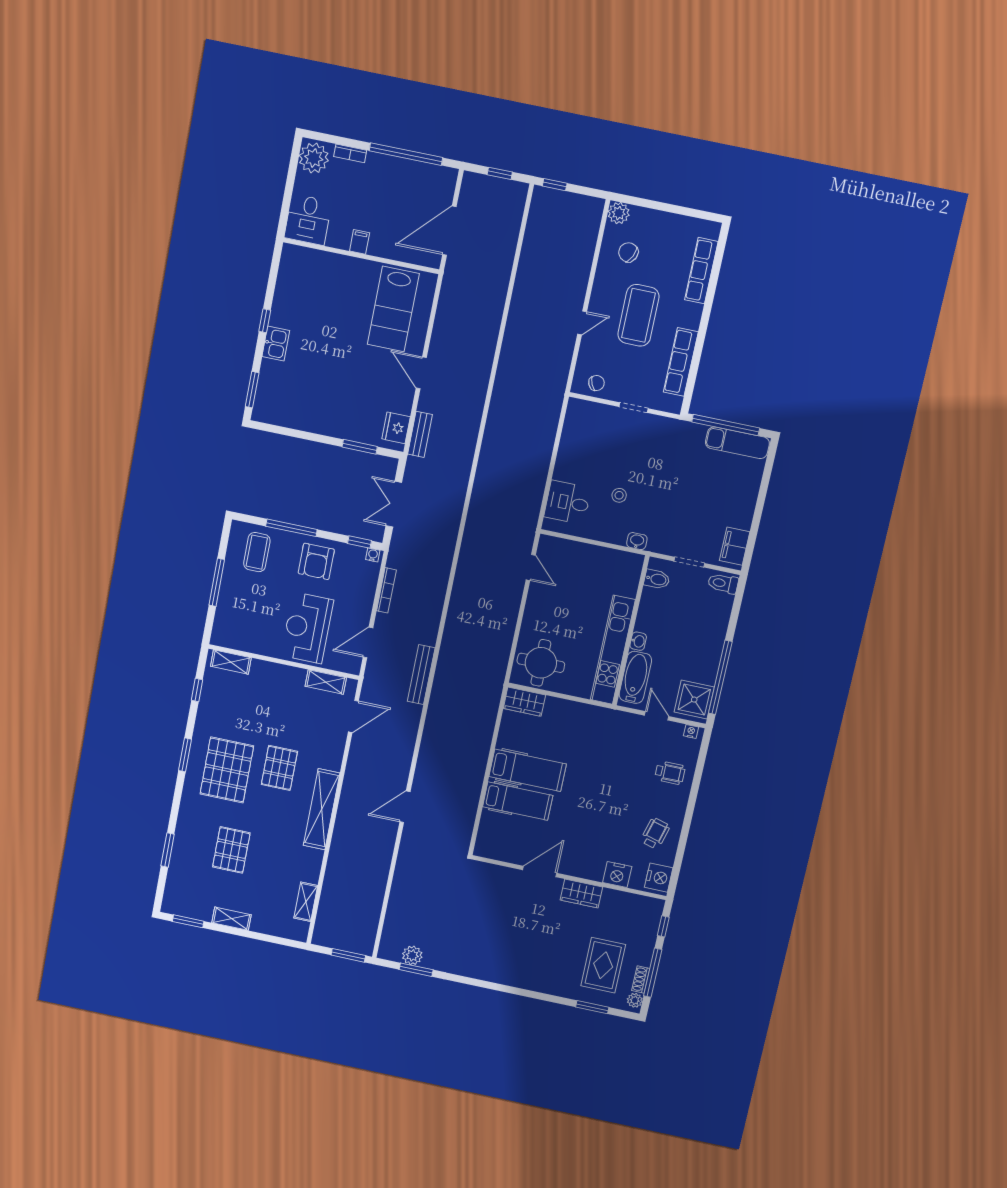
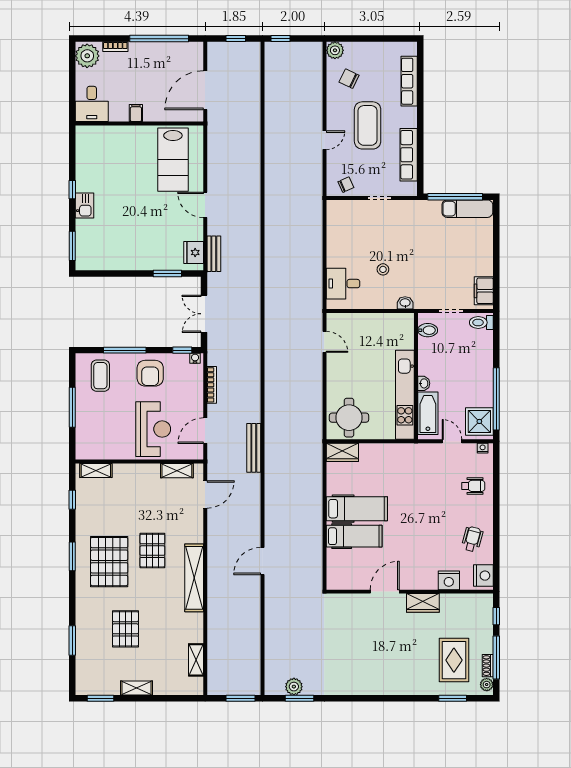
reception desk: (307, 628) -> (153, 429), turned 180

